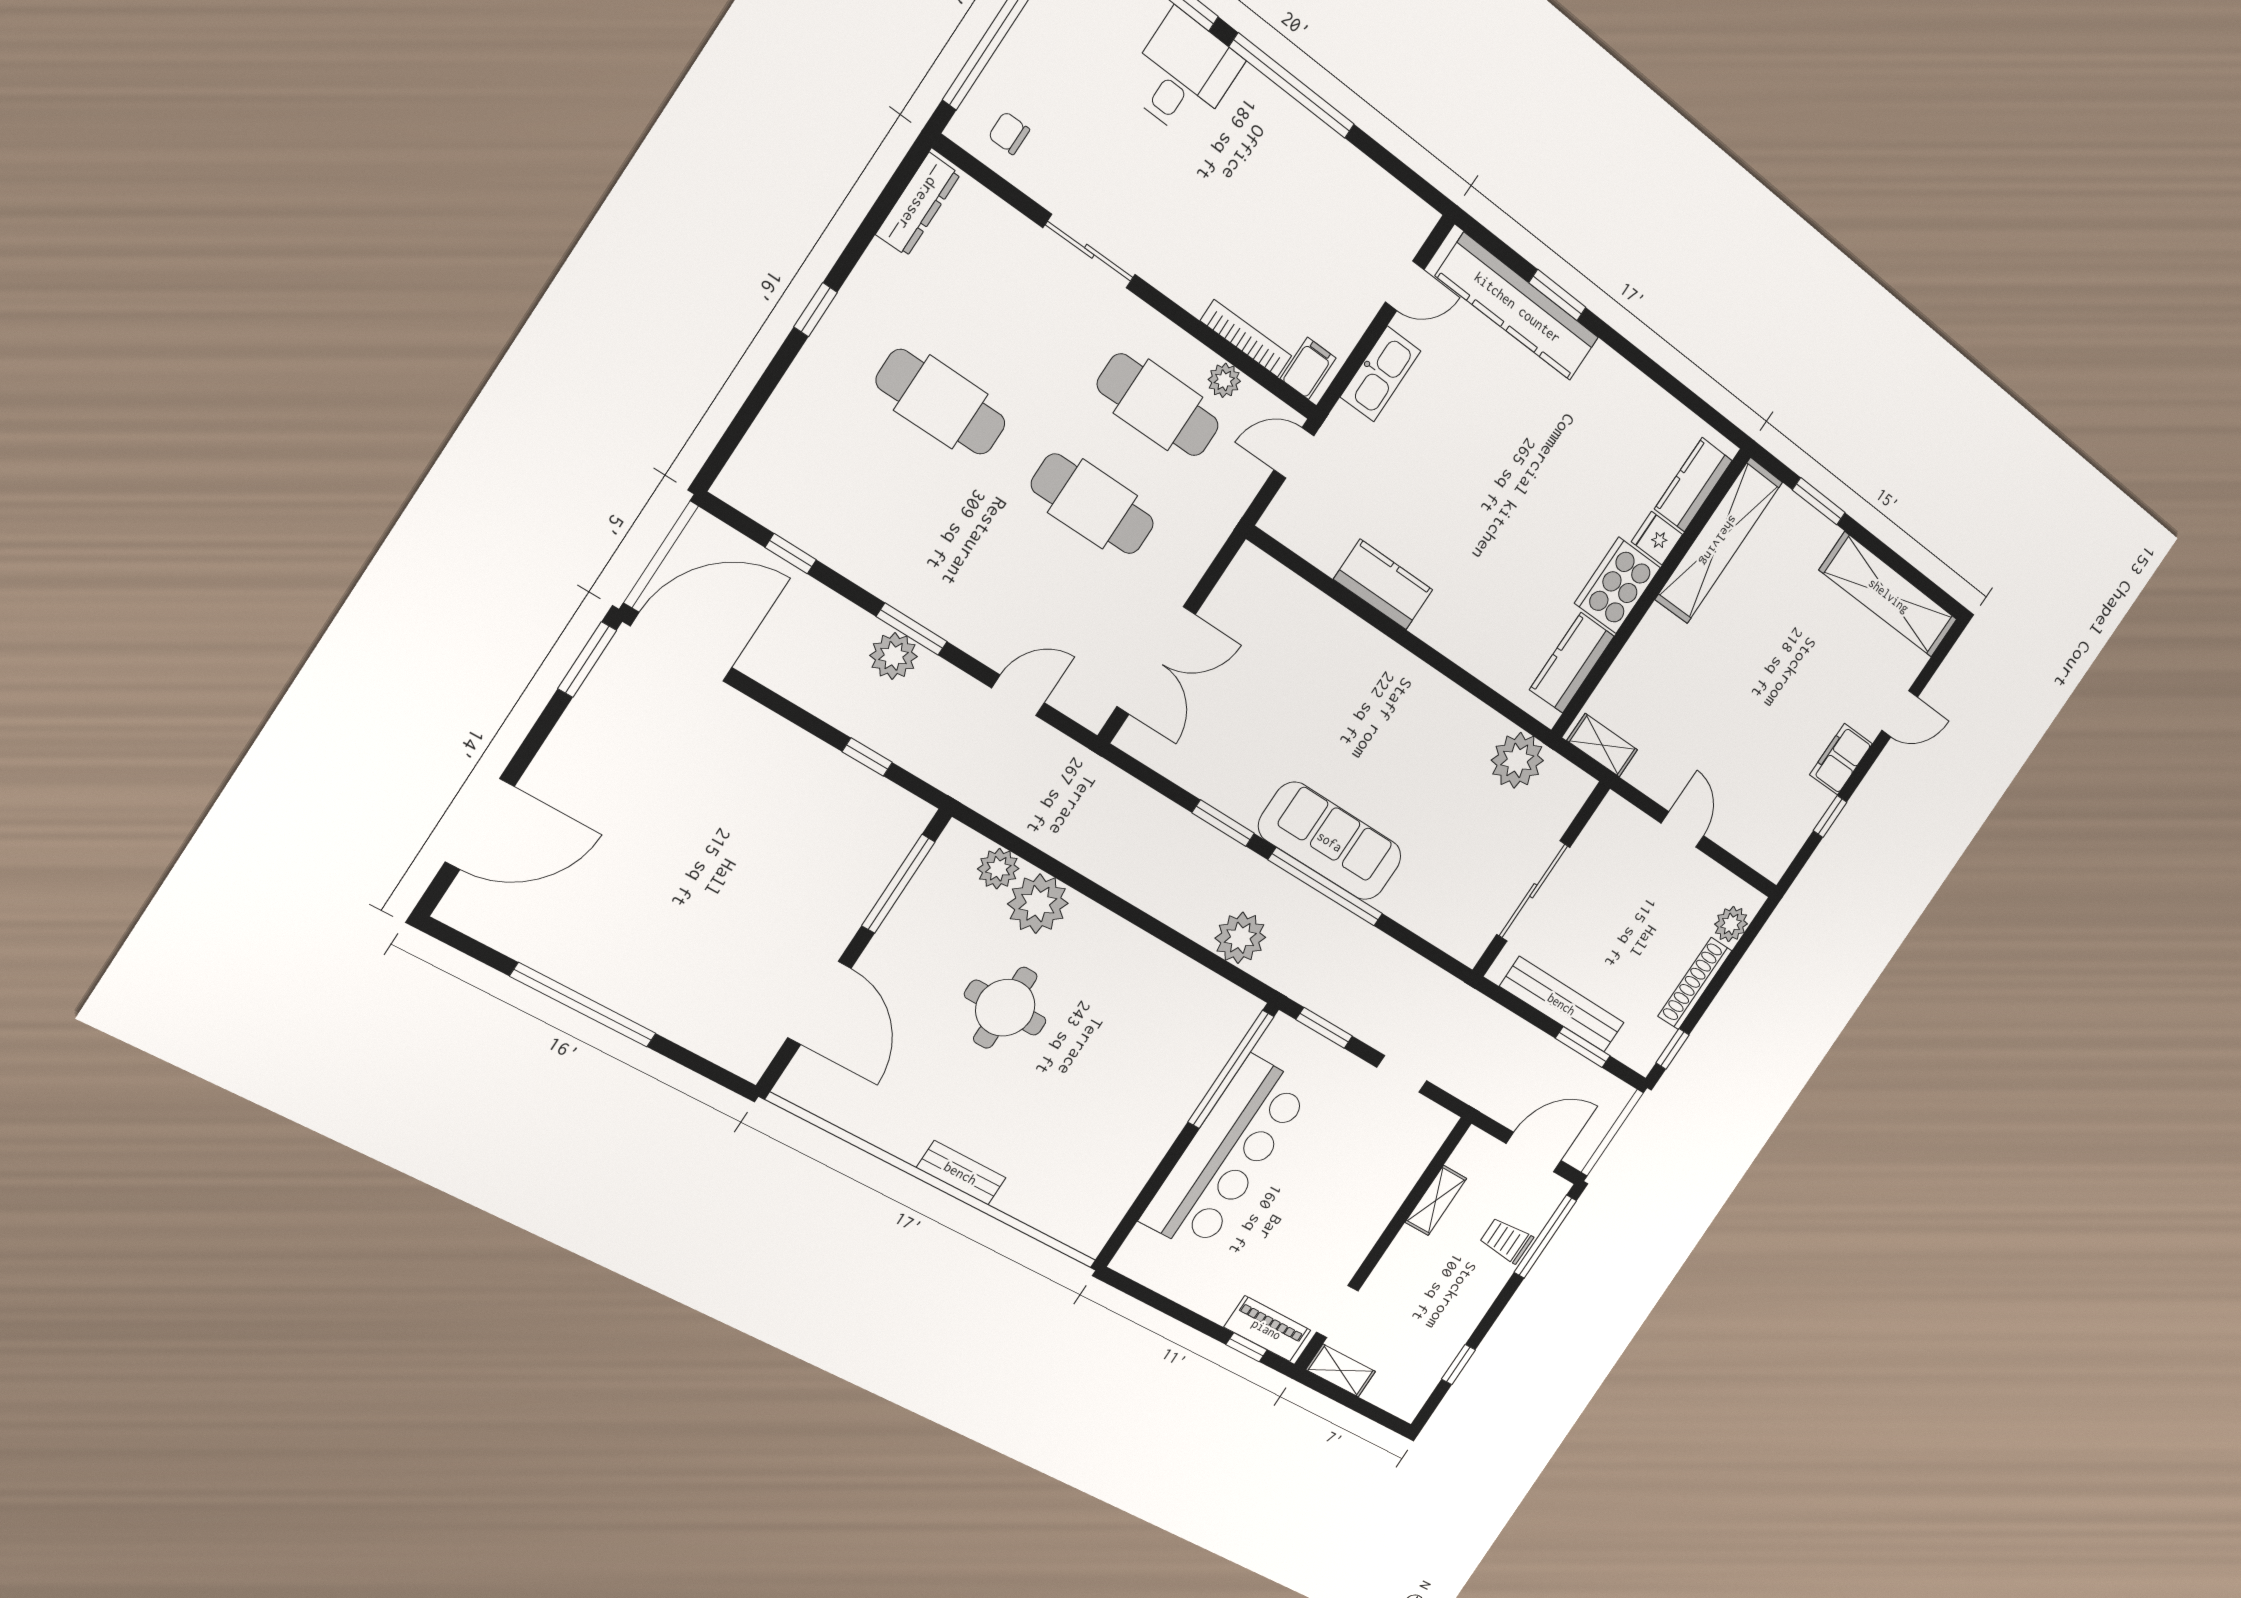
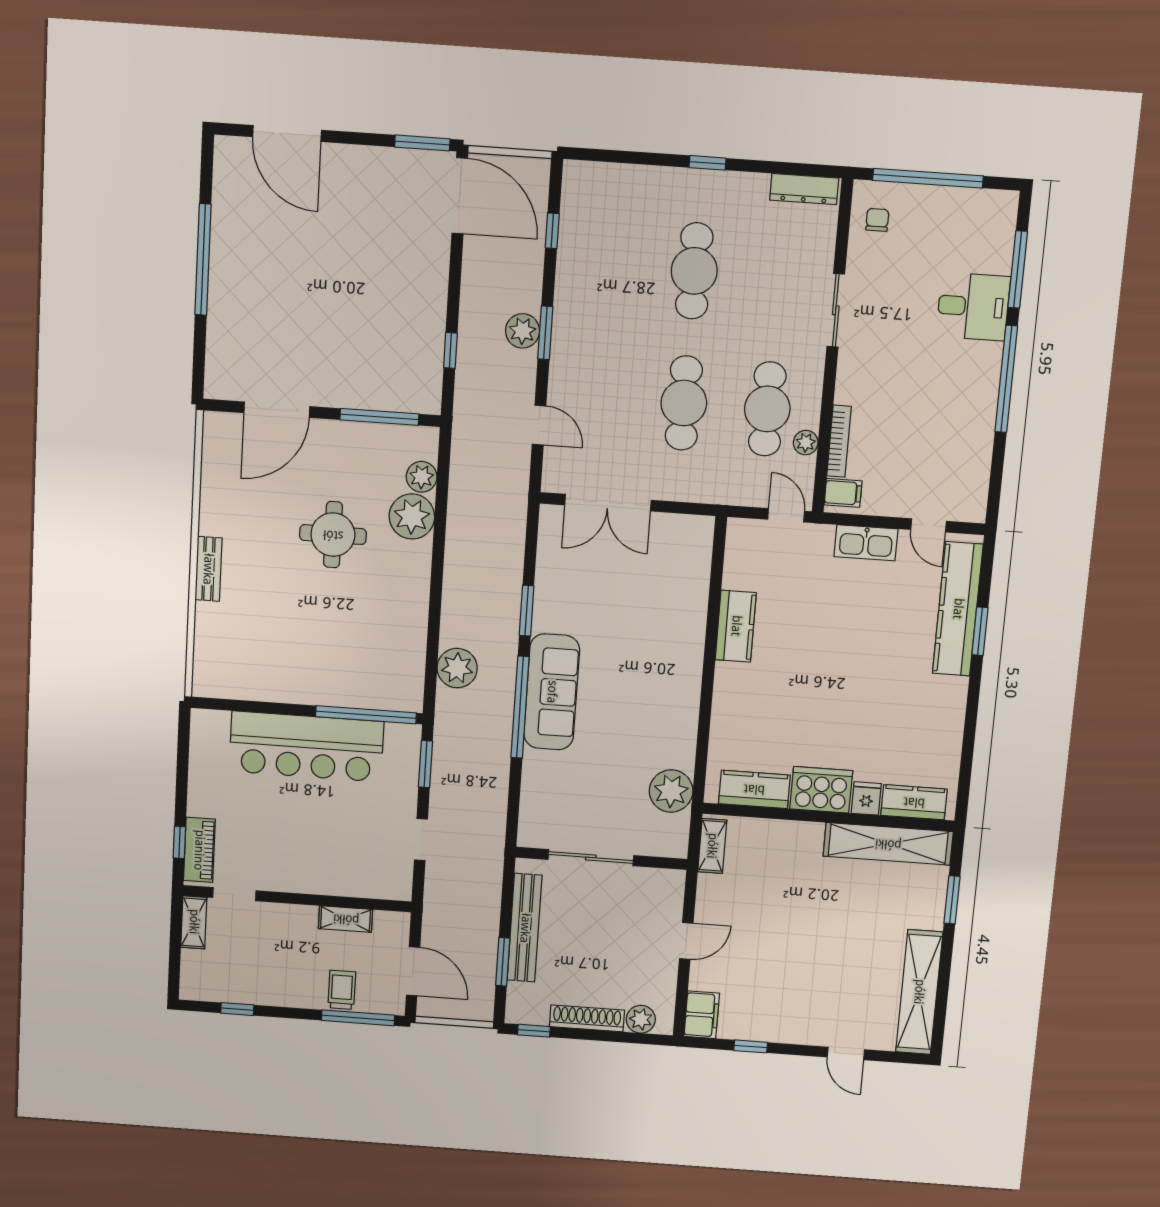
filing cabinet: (1841, 759) -> (702, 1015), moved, turned 90

